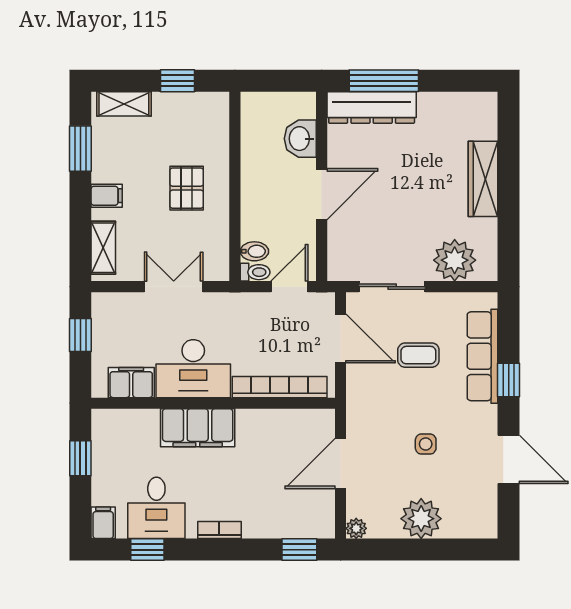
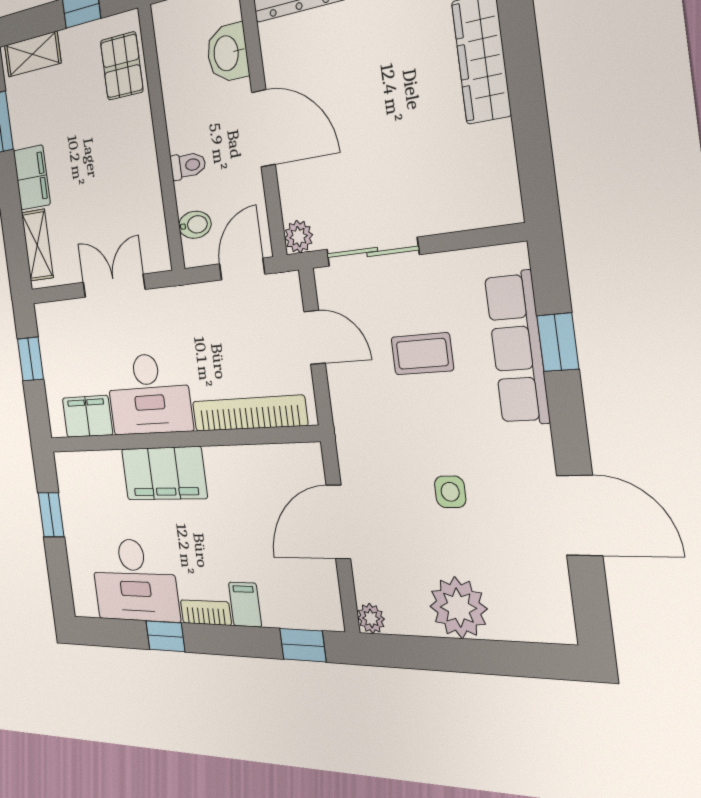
pallet: (187, 188) -> (122, 66), moved
door: (322, 194) -> (263, 128), hinge flipped
filing cabinet: (107, 196) -> (32, 177), width x2.00
plant: (455, 260) -> (299, 237), moved, width x0.53, depth x0.53
toilet: (255, 272) -> (188, 165), moved
door: (341, 338) -> (315, 337), width x0.73
window: (509, 380) -> (558, 342), moved
desk: (156, 508) -> (134, 580), width x1.37
filing cabinet: (103, 523) -> (245, 605), moved
window: (147, 550) -> (165, 636), moved

